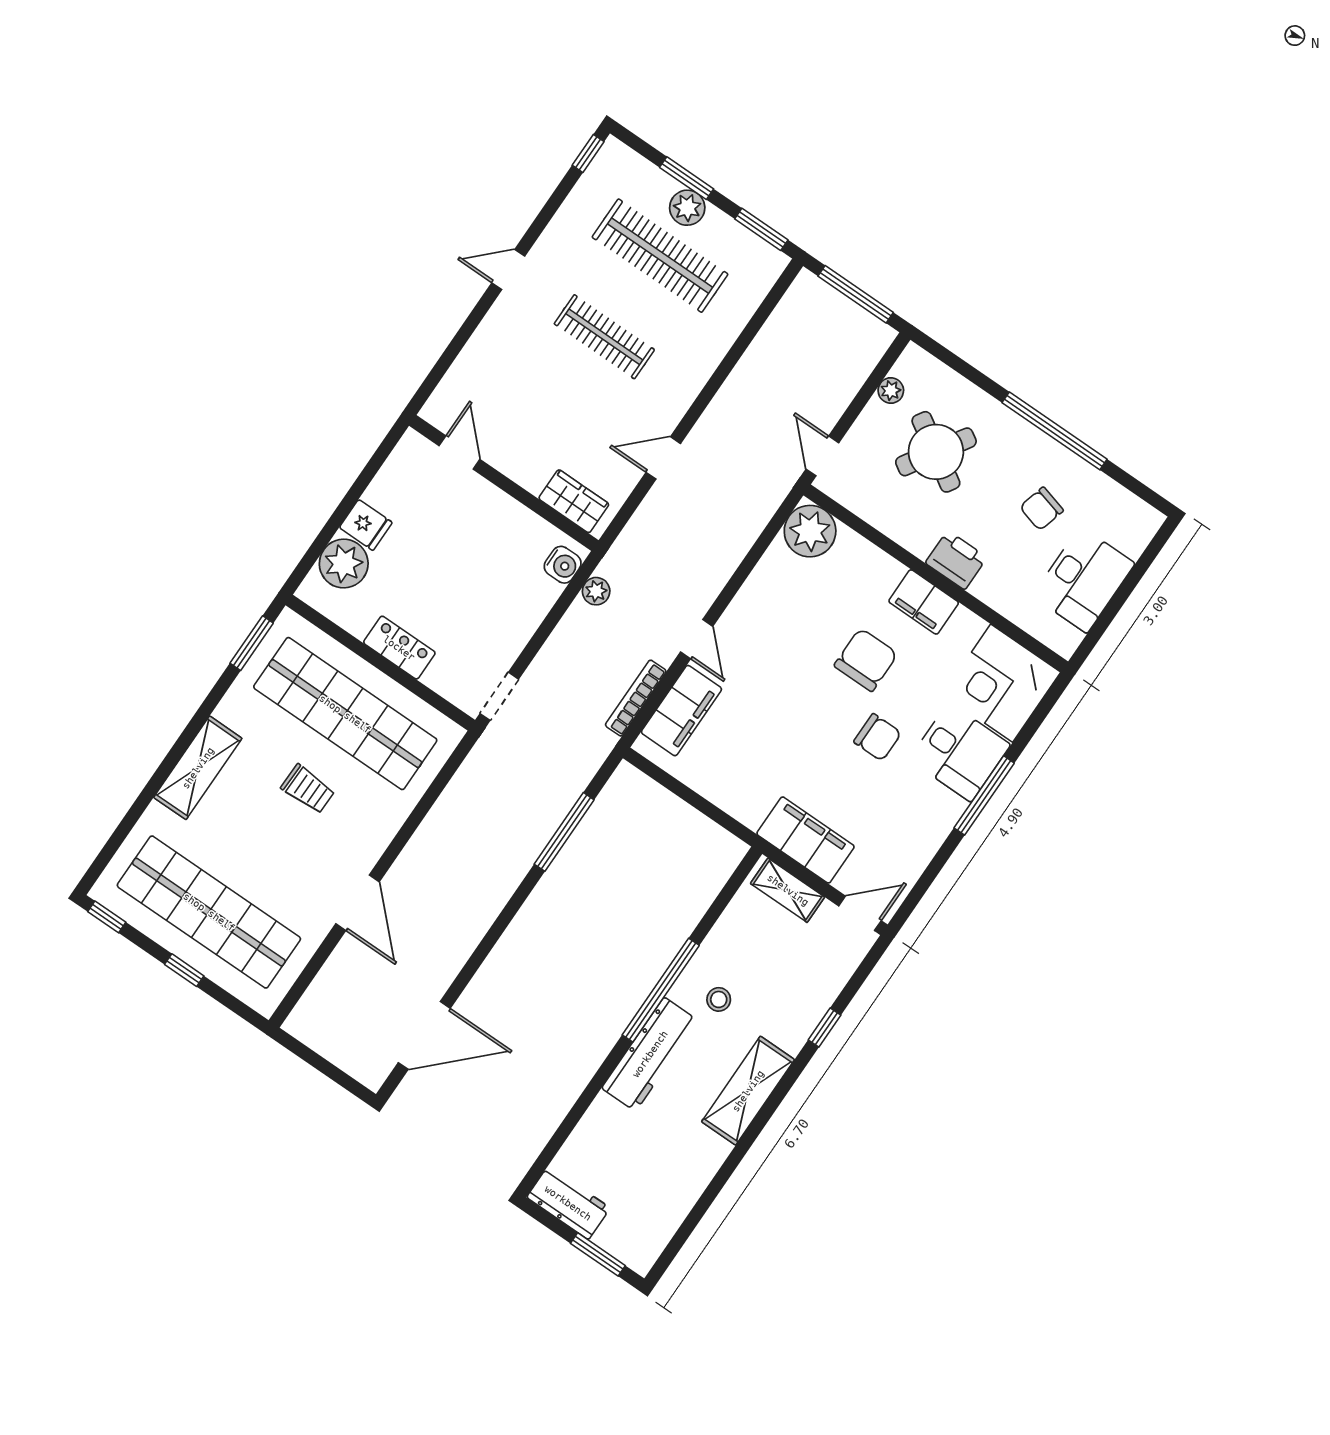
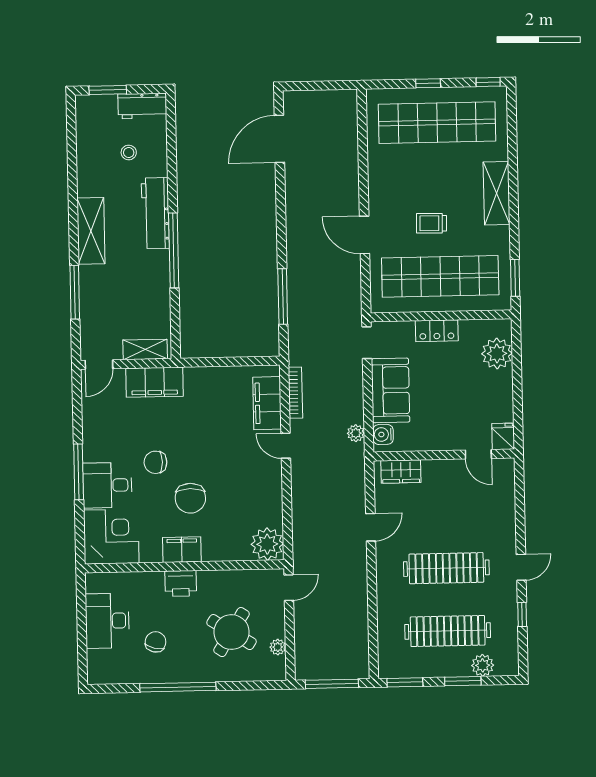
window: (588, 153) -> (522, 614), moved
plant: (687, 208) -> (483, 665), moved
clothes rail: (604, 337) -> (446, 568), width x1.37, depth x1.31
door: (822, 456) -> (289, 588), hinge flipped
fridge: (366, 525) -> (503, 436), moved, turned 90
sofa: (513, 614) -> (391, 390), added
door: (357, 903) -> (365, 235), moved
stool: (719, 999) -> (129, 153), moved
window: (825, 1028) -> (75, 292), width x2.17

